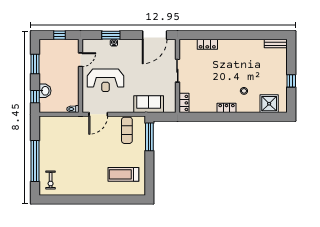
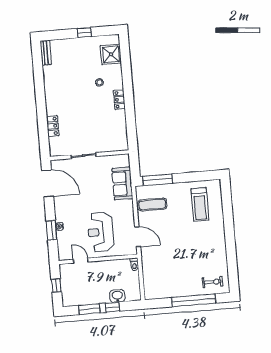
reception desk: (106, 80) -> (101, 232), turned 180
window: (35, 97) -> (112, 307), moved
locker: (184, 103) -> (118, 146), removed

